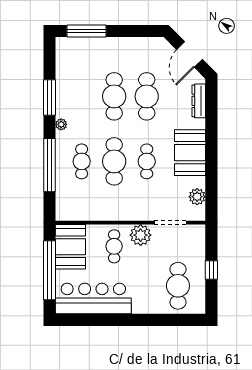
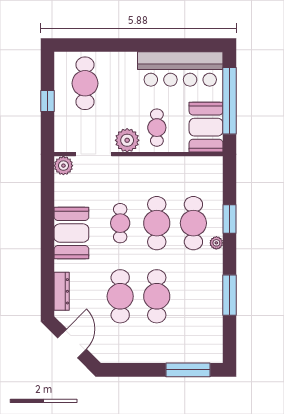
plant: (61, 124) -> (216, 243), moved
cafe table: (82, 161) -> (193, 223), width x1.37, depth x1.35
window: (50, 165) -> (230, 219), width x0.47
plant: (197, 197) -> (63, 166), moved

